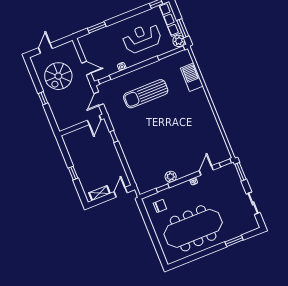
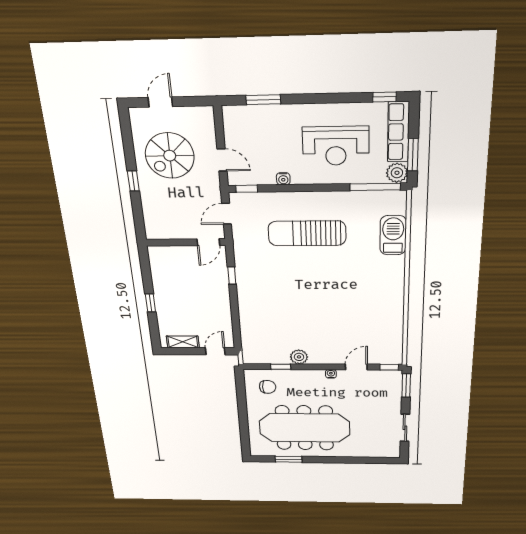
reception desk: (142, 38) -> (336, 146), turned 180
window: (234, 241) -> (289, 459), moved

